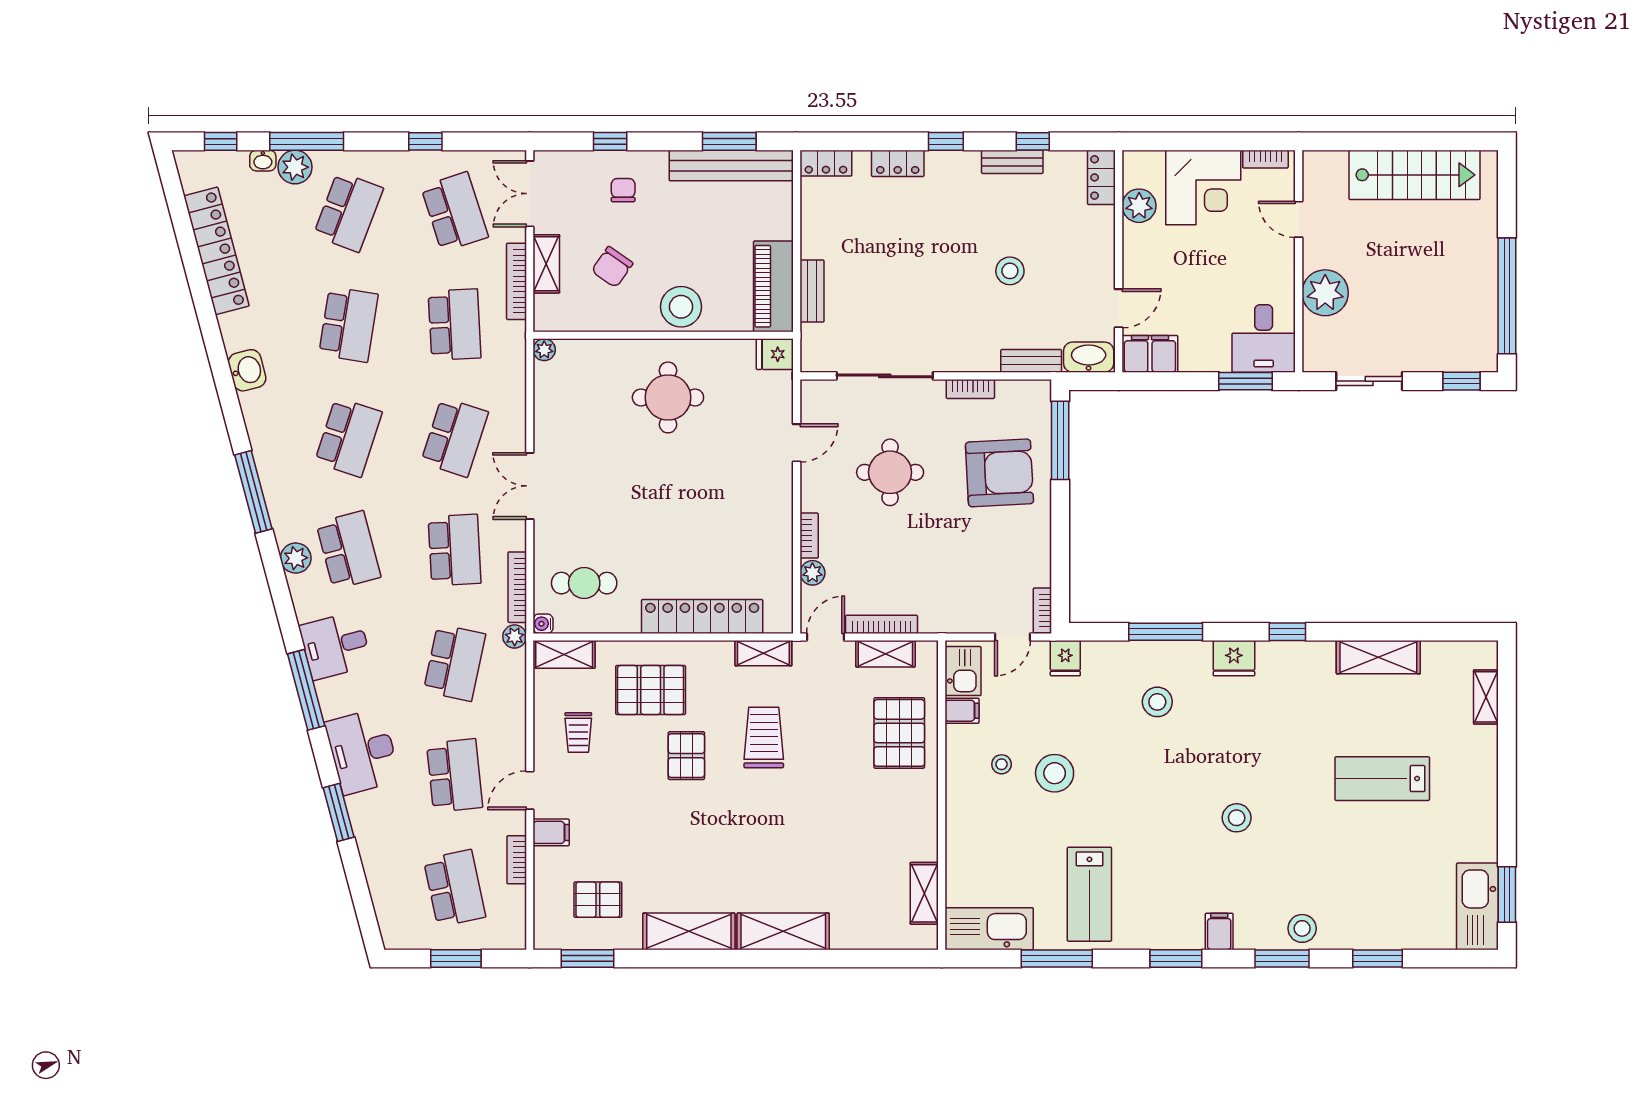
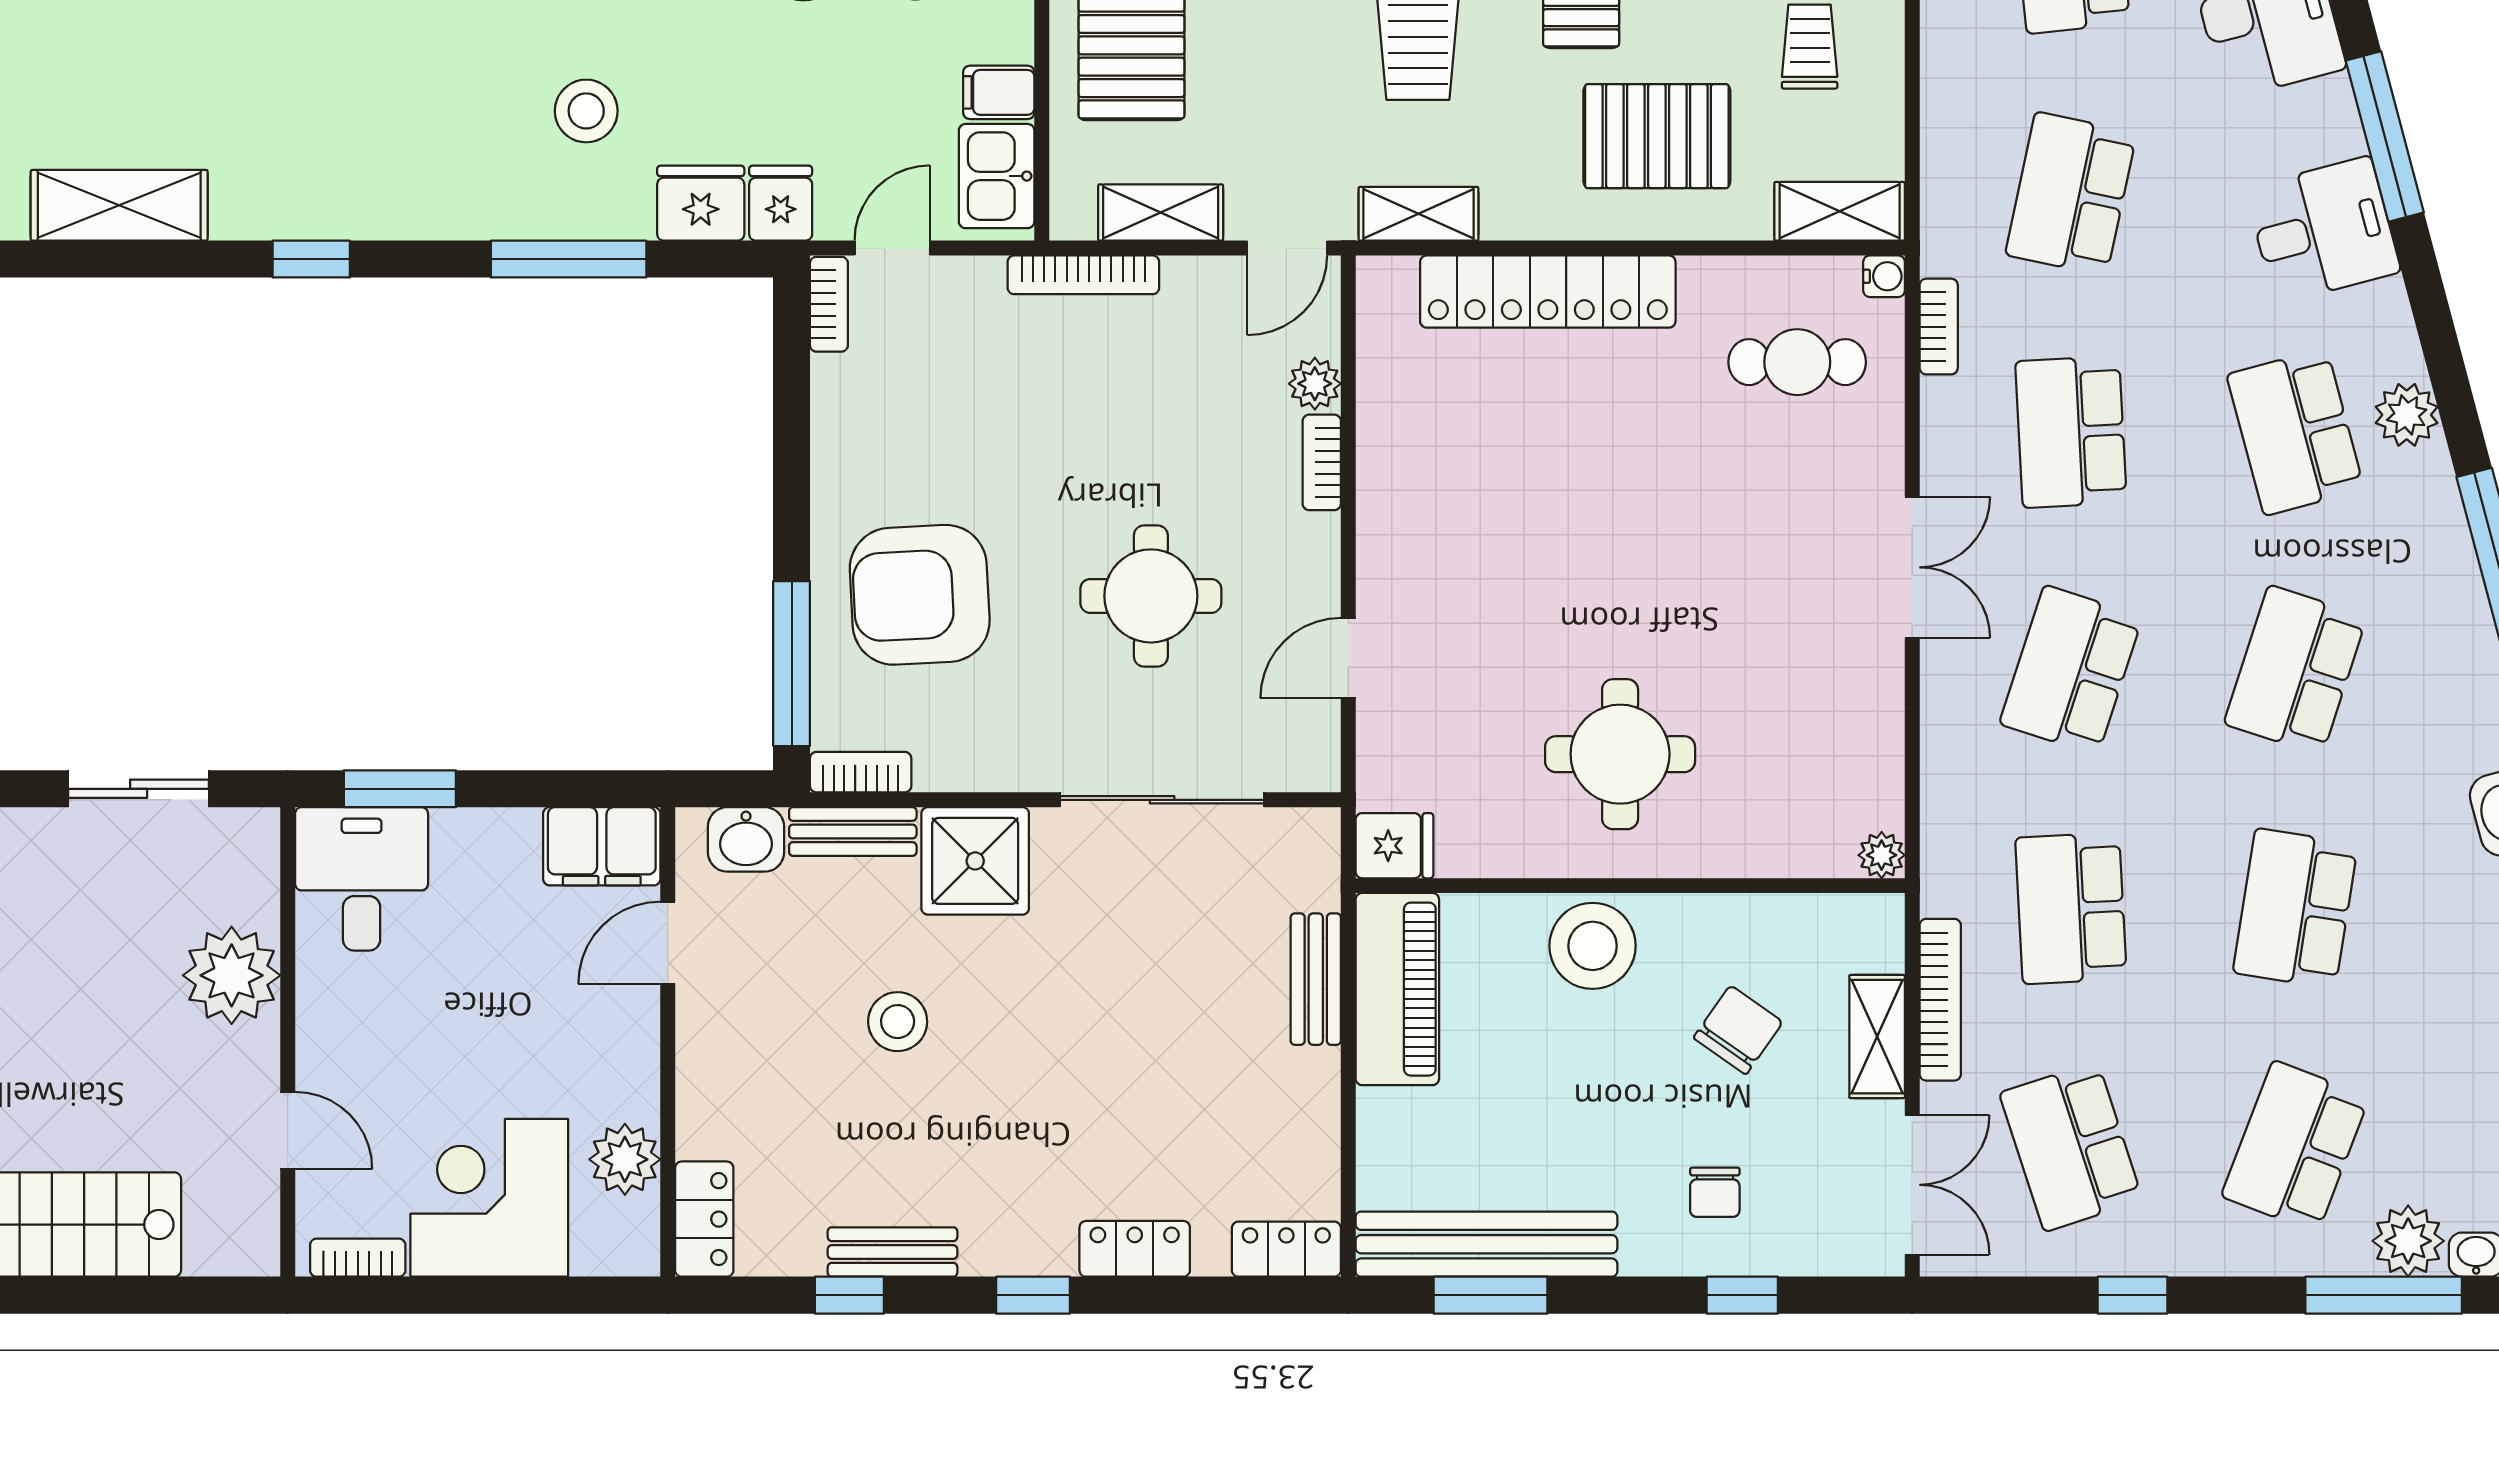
shower: (973, 347) -> (975, 861), added
washbasin: (1089, 357) -> (746, 839), width x0.72
bookcase: (970, 389) -> (861, 772), moved
bookcase: (517, 587) -> (1939, 327), width x0.64
bookcase: (882, 624) -> (1083, 275), moved
plant: (515, 637) -> (1944, 249), removed
fridge: (1234, 658) -> (701, 203), moved

